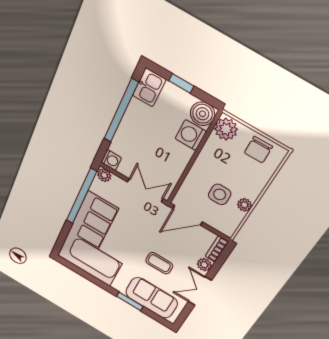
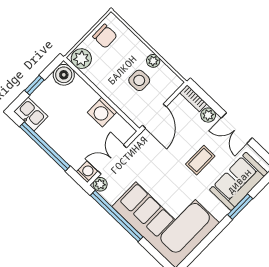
washing machine: (191, 135) -> (102, 112), moved
double door: (145, 190) -> (112, 159), moved

